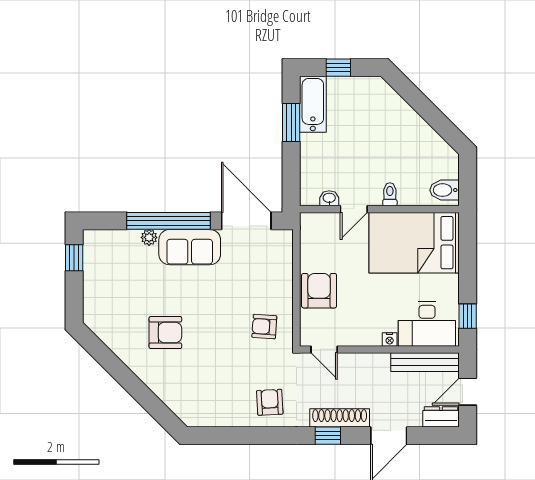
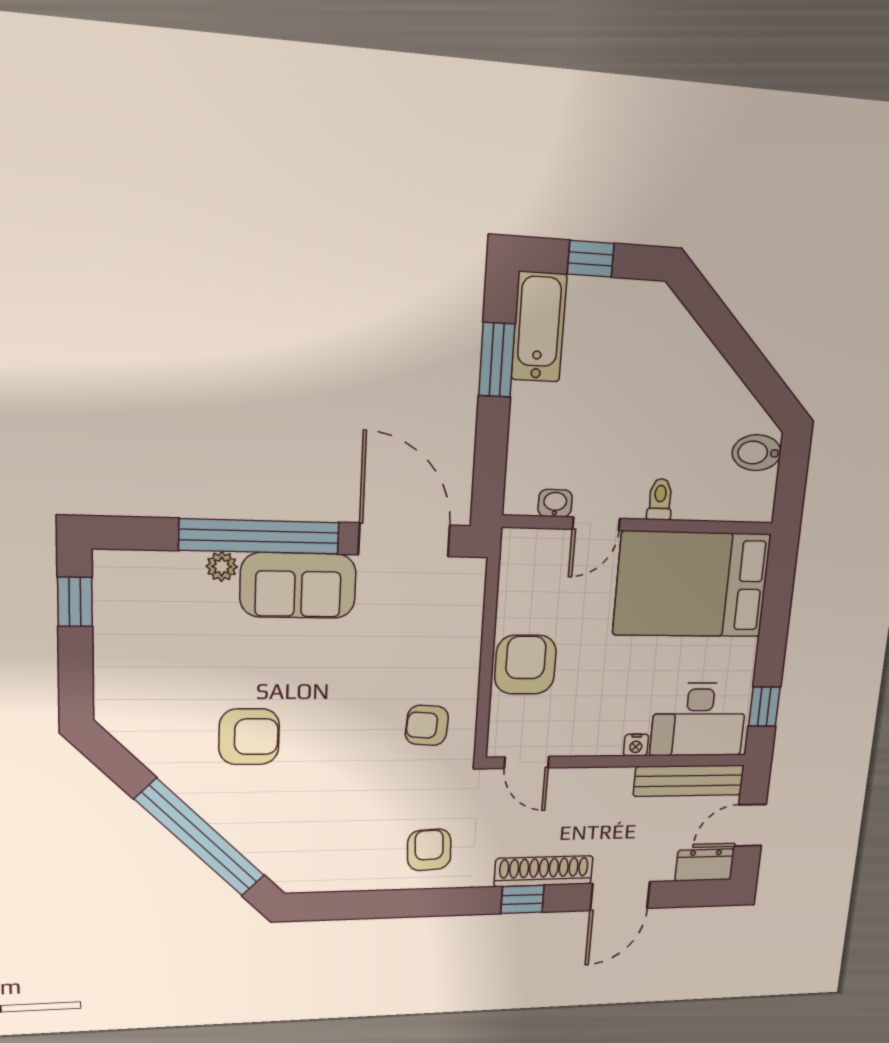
bidet: (444, 190) -> (757, 453), moved
window: (140, 392) -> (200, 838), added

